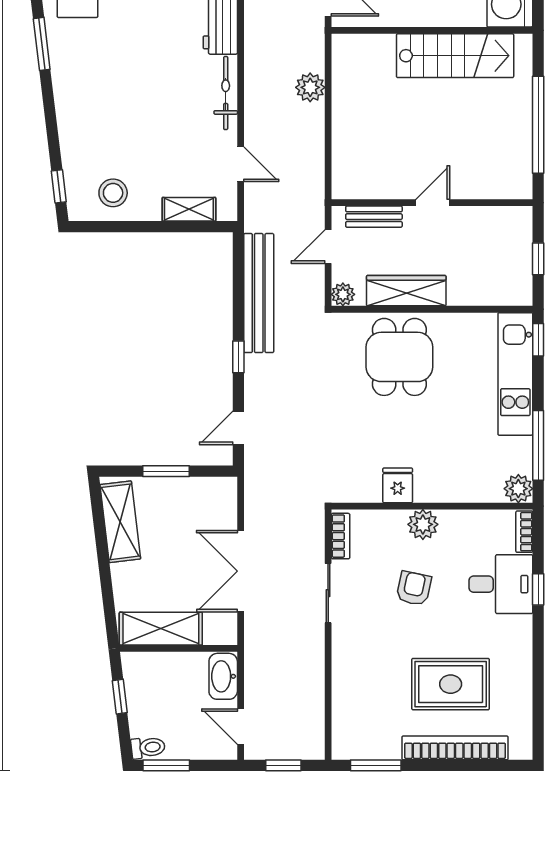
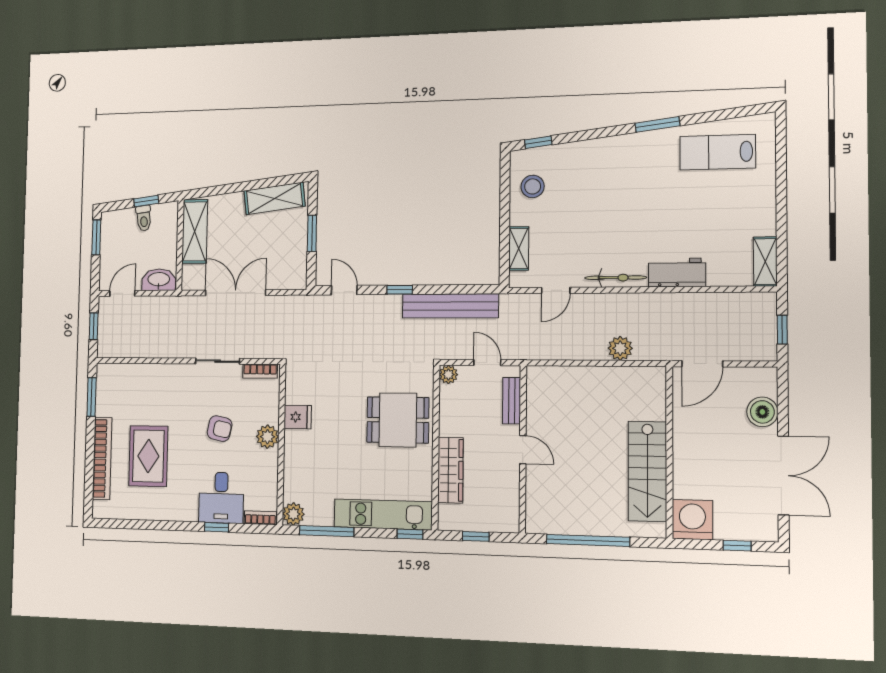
wardrobe: (406, 291) -> (450, 470), moved
toilet: (148, 748) -> (144, 218), moved

